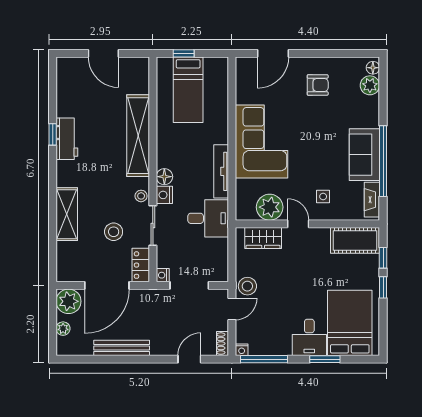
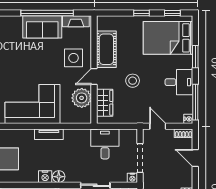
tv unit: (221, 171) -> (49, 134), width x0.71
nightstand: (164, 195) -> (45, 177), moved
side table: (323, 197) -> (74, 58), width x1.87, depth x1.87
desk: (208, 218) -> (105, 144), moved
cot: (355, 240) -> (106, 49), moved
window: (383, 258) -> (172, 13), moved
stool: (247, 286) -> (133, 81), moved
desk: (309, 337) -> (179, 82), moved

